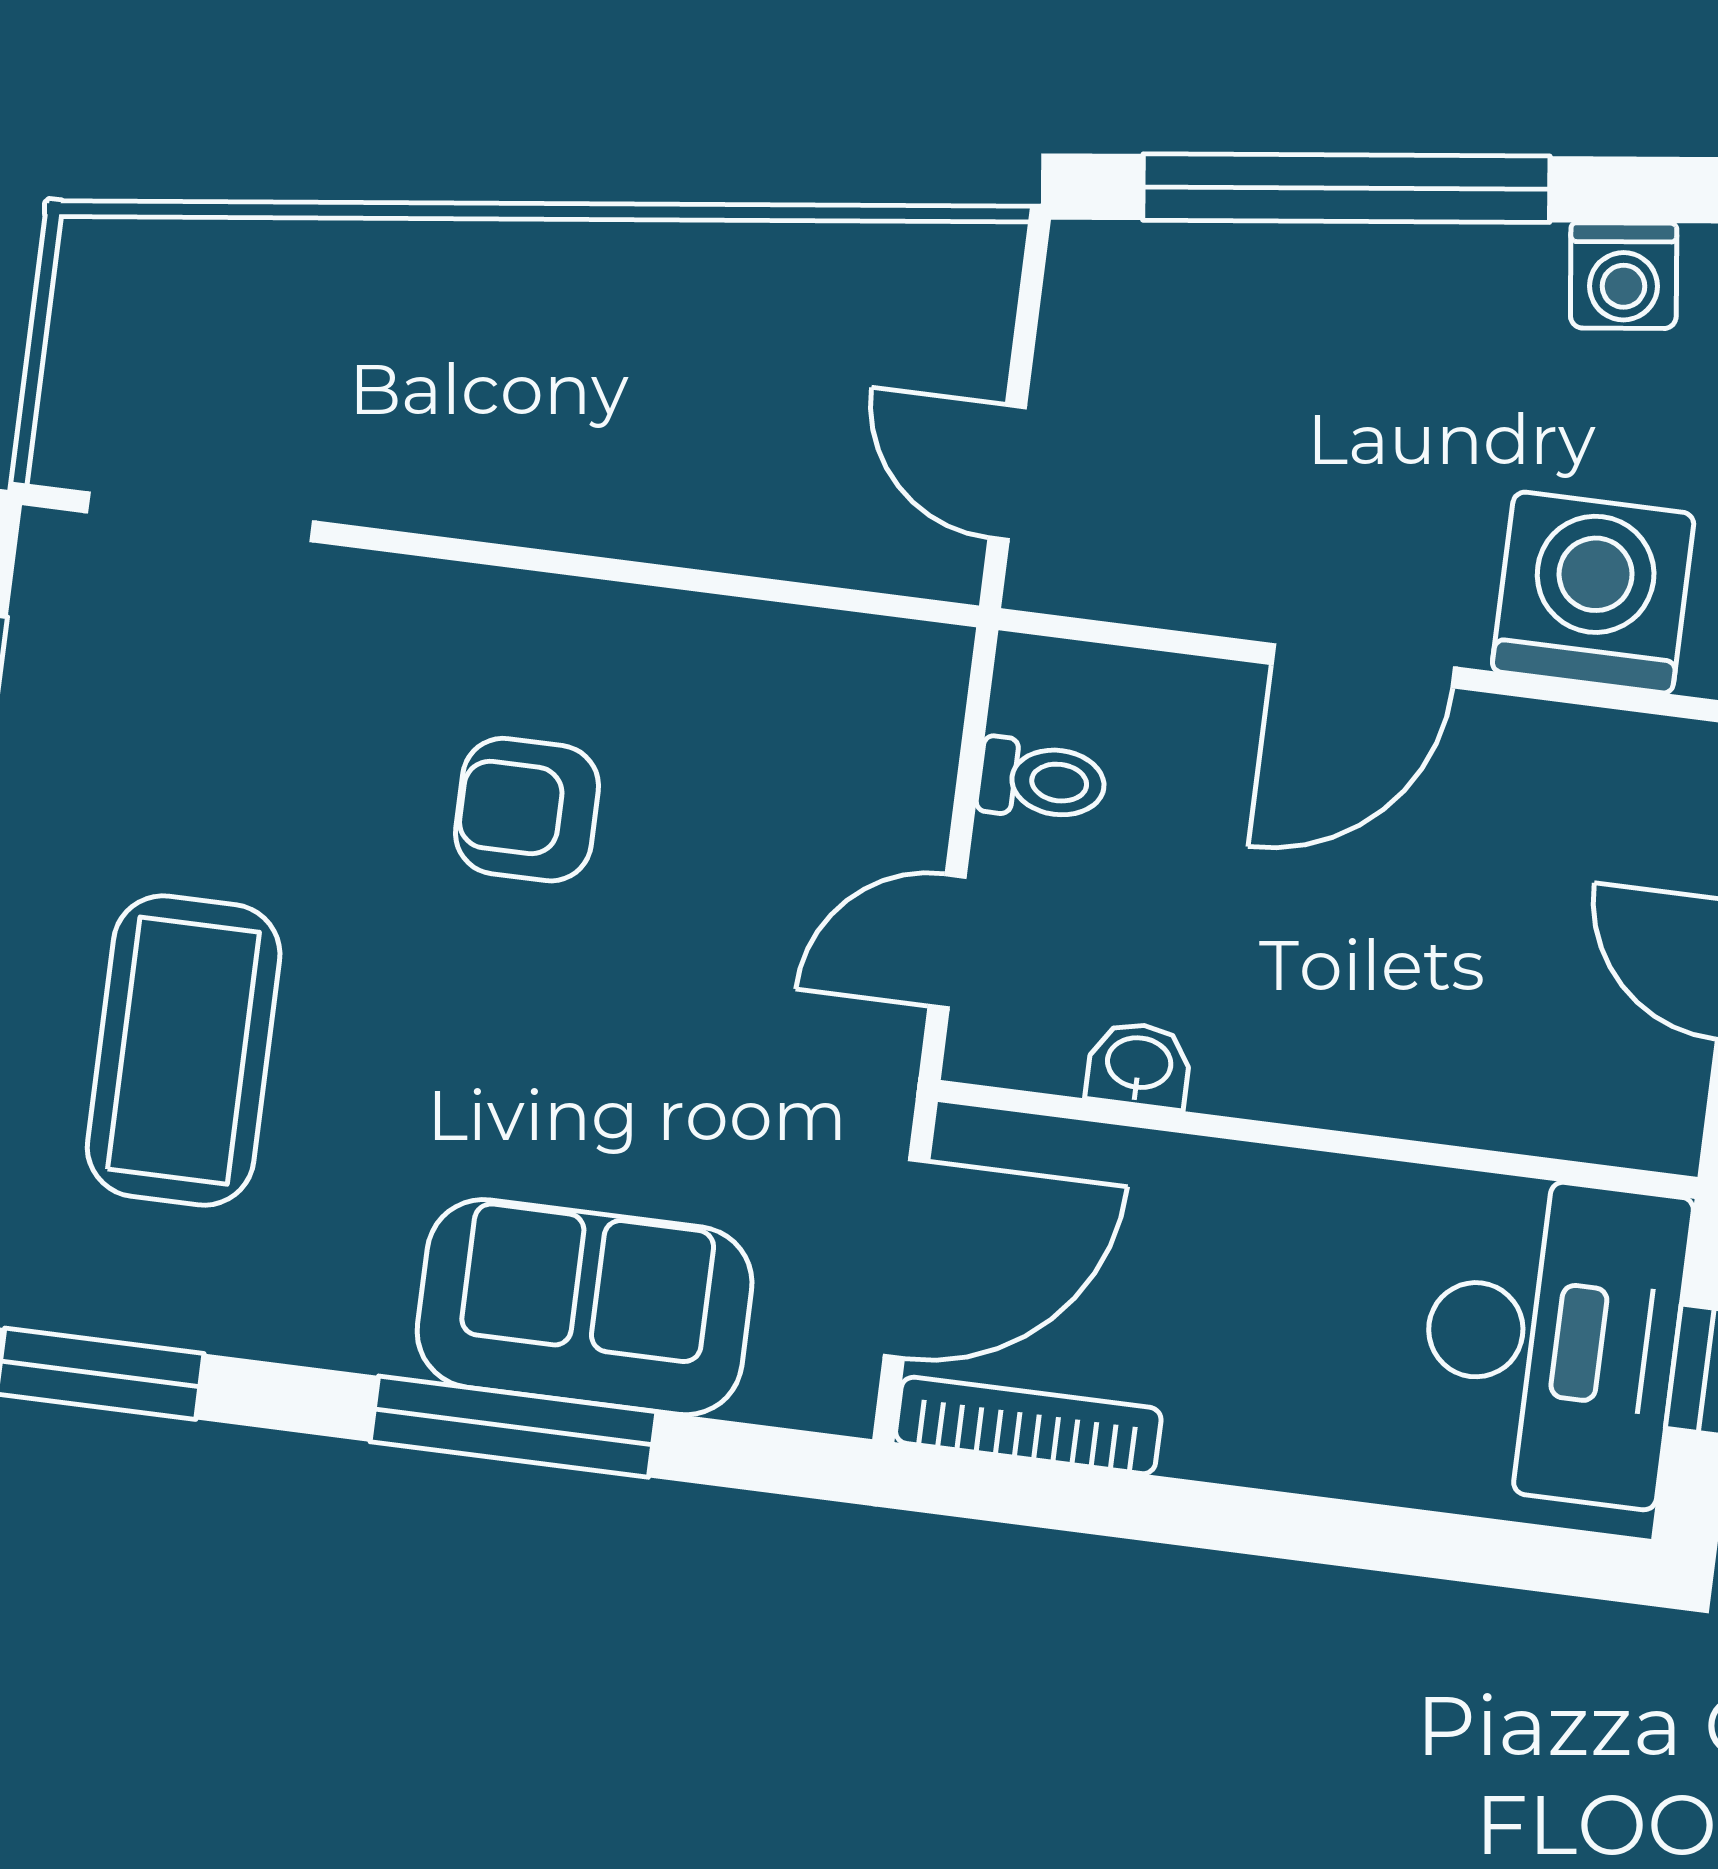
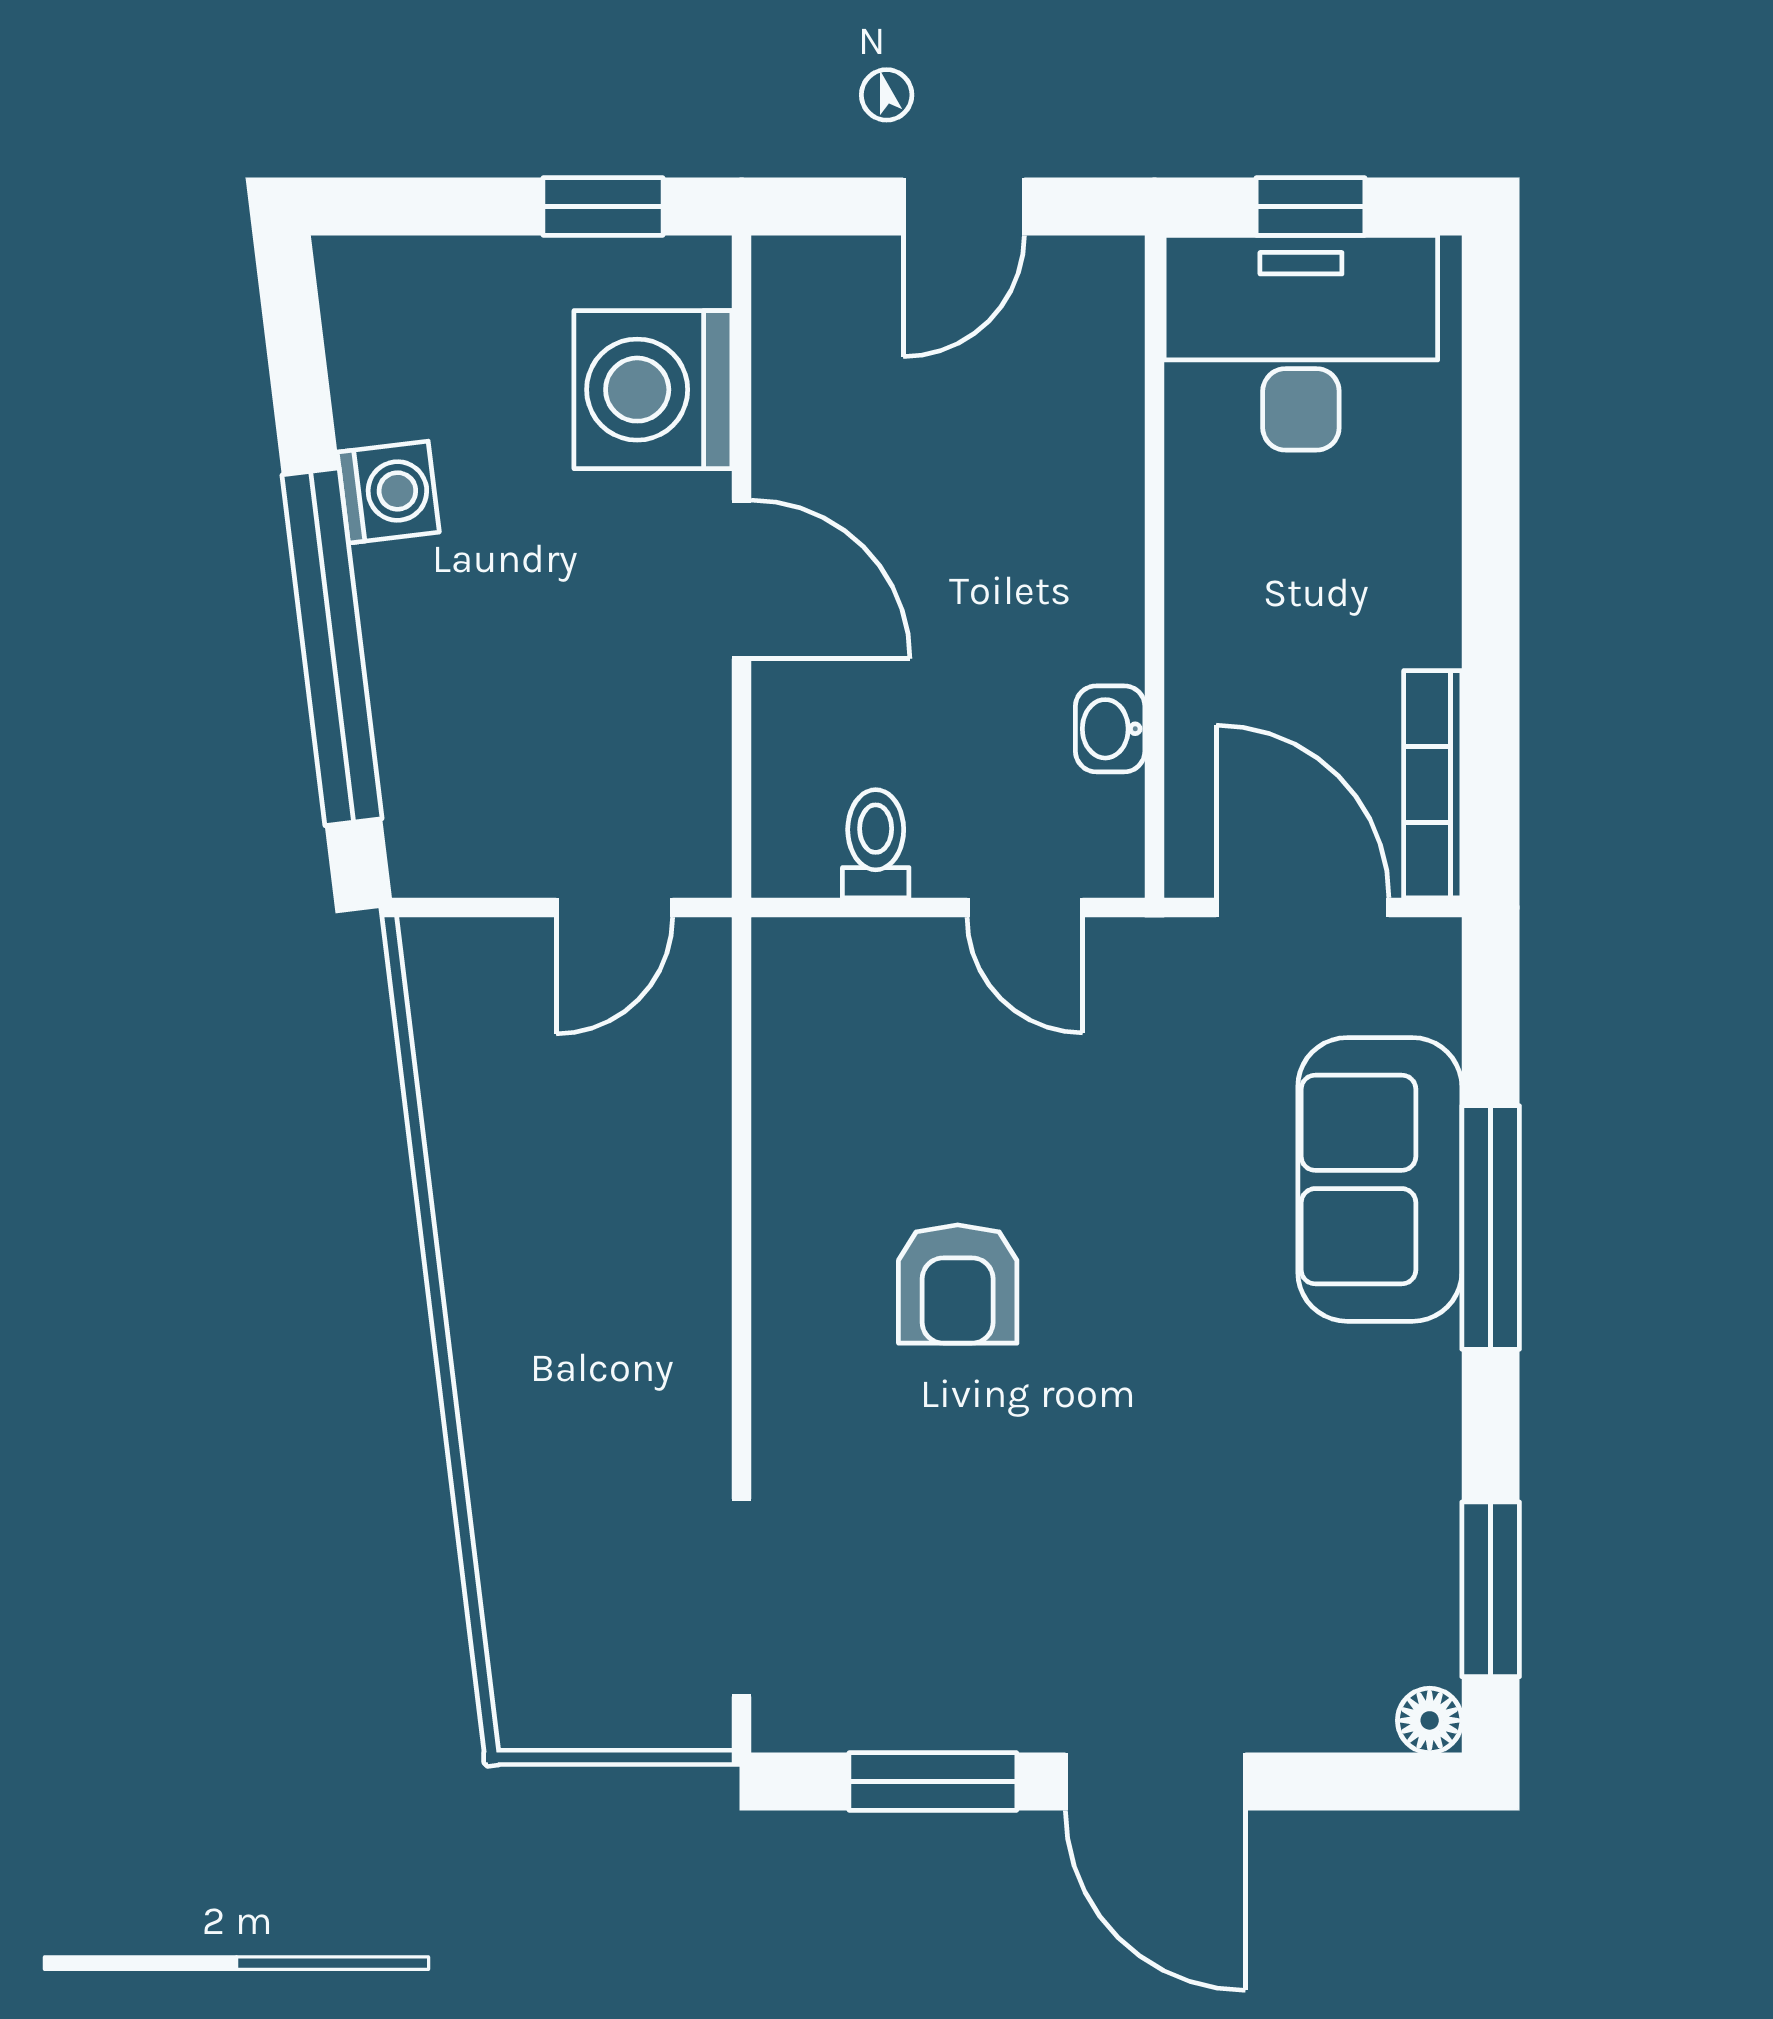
washing machine: (1624, 276) -> (388, 492), moved
coffee table: (184, 1051) -> (1203, 1553), removed

